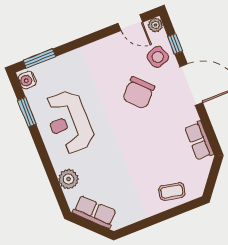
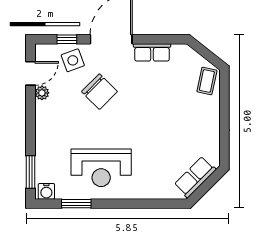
plant: (155, 25) -> (42, 93), moved
row of seats: (199, 141) -> (152, 52), moved
plant: (69, 179) -> (154, 189), removed
coffee table: (172, 191) -> (207, 81), moved

